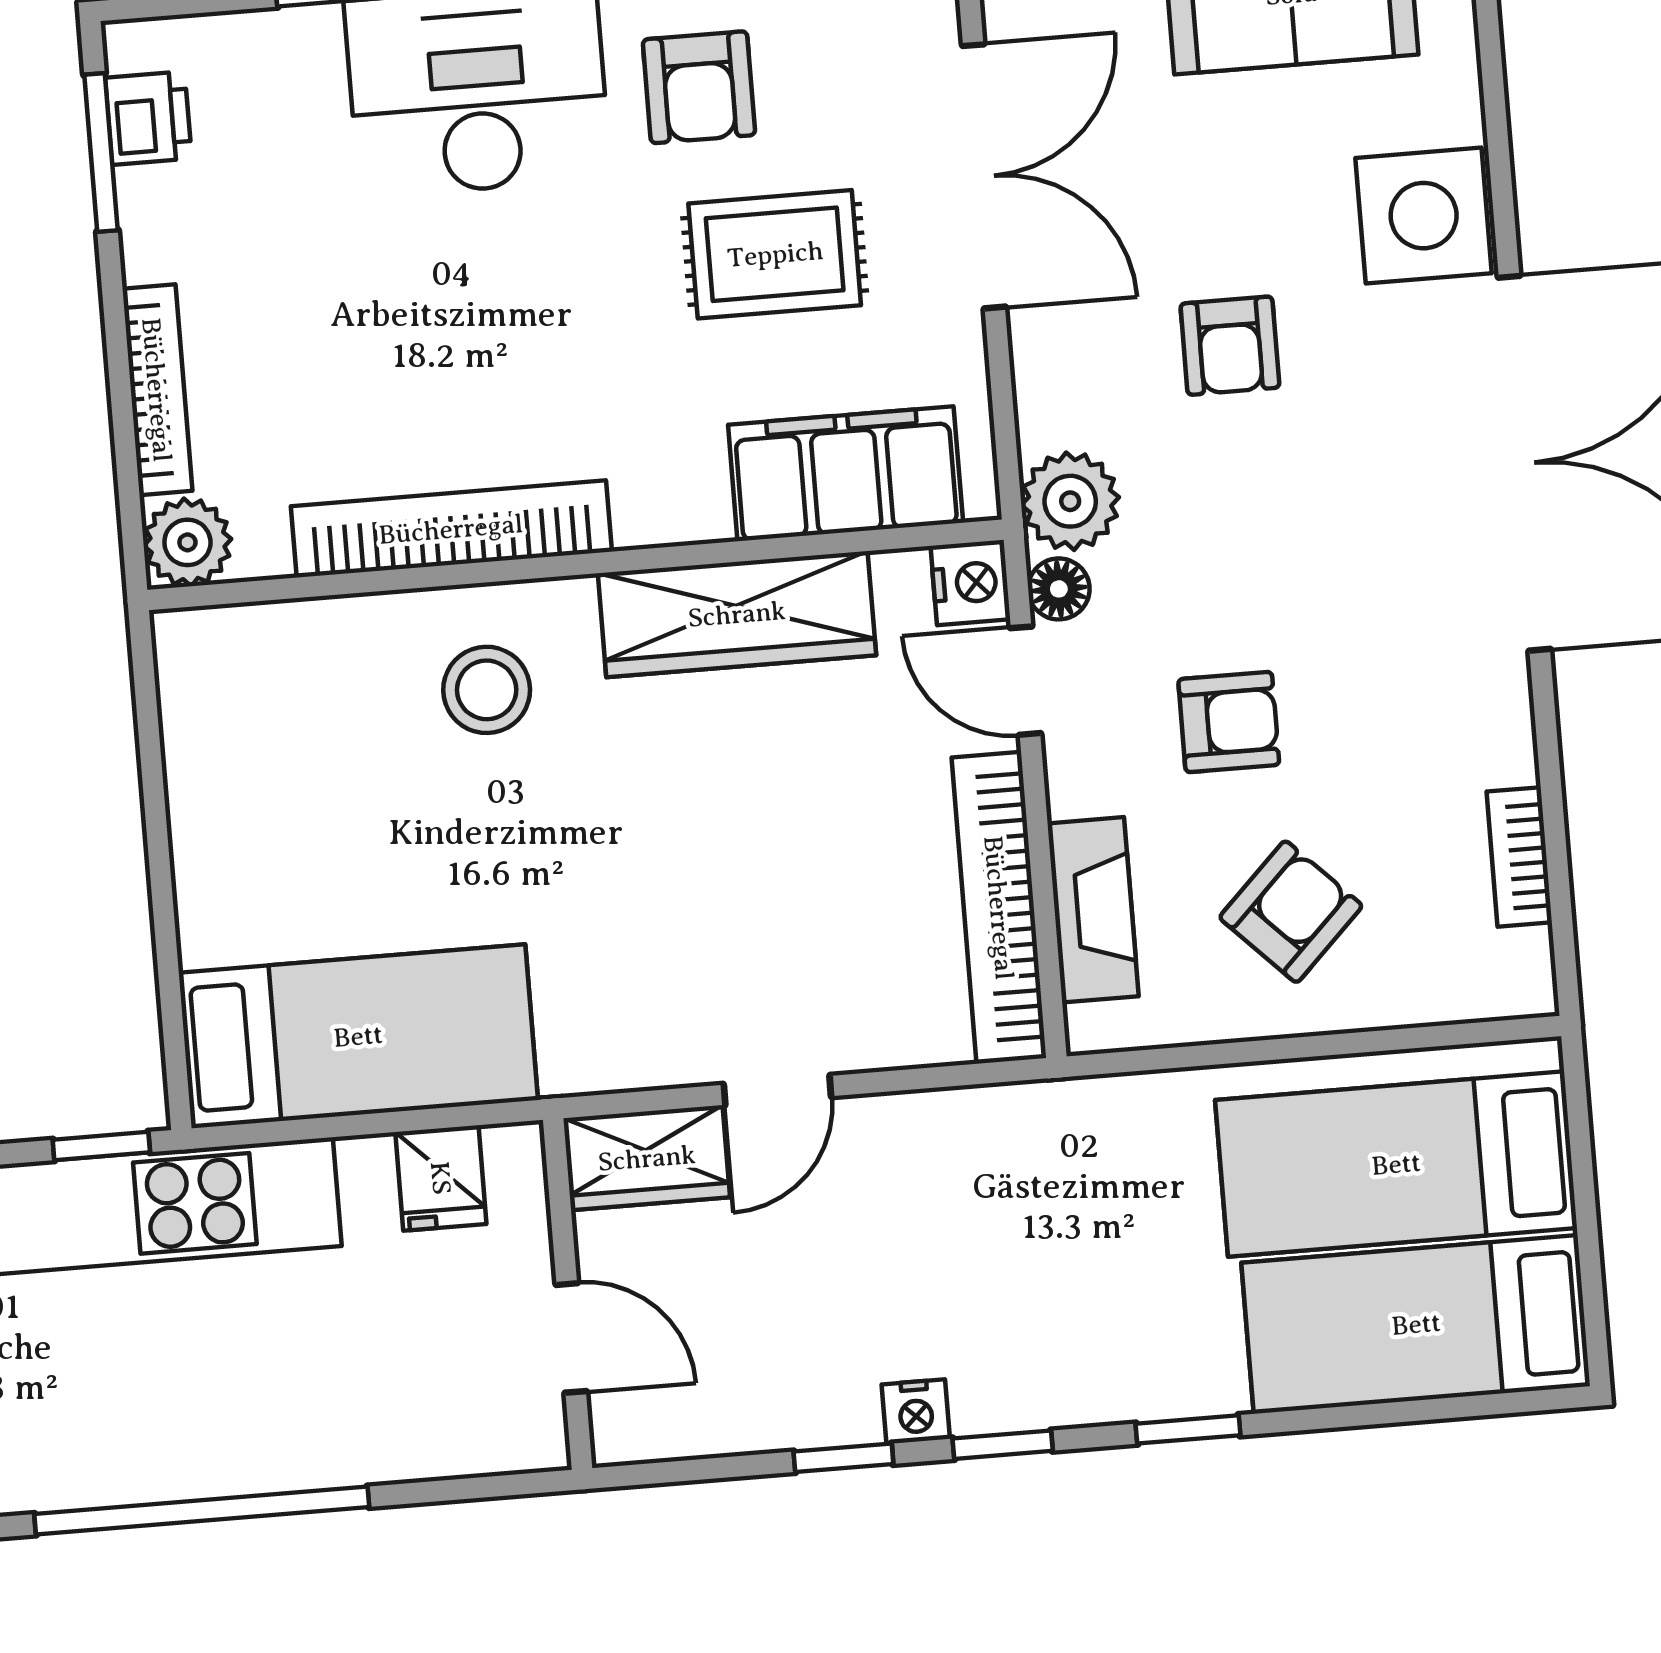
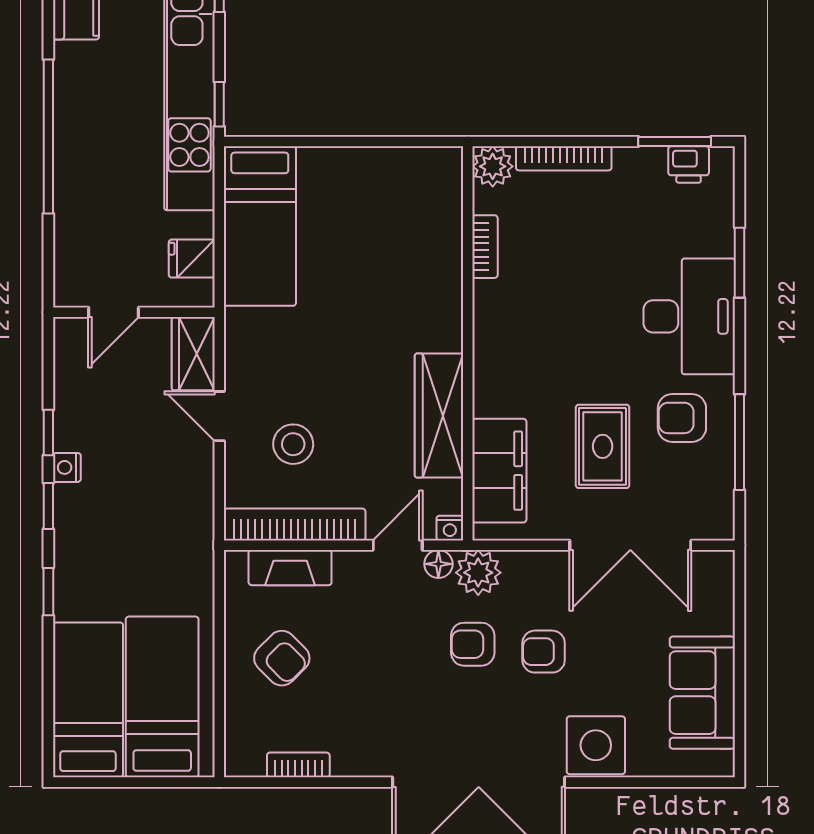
bookcase: (451, 529) -> (485, 247), width x0.43, depth x0.76
nightstand: (970, 583) -> (450, 528), width x0.72, depth x0.74
stool: (487, 690) -> (293, 444), moved
armchair: (1229, 722) -> (473, 644), moved, turned 90

